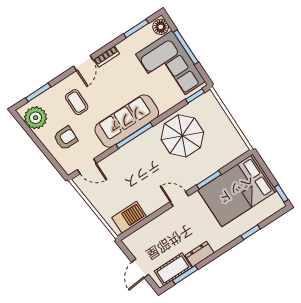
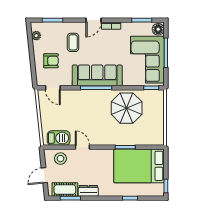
plant: (36, 118) -> (36, 36), width x0.53, depth x0.53
door: (179, 199) -> (82, 147), moved
stool: (146, 238) -> (60, 159), added

